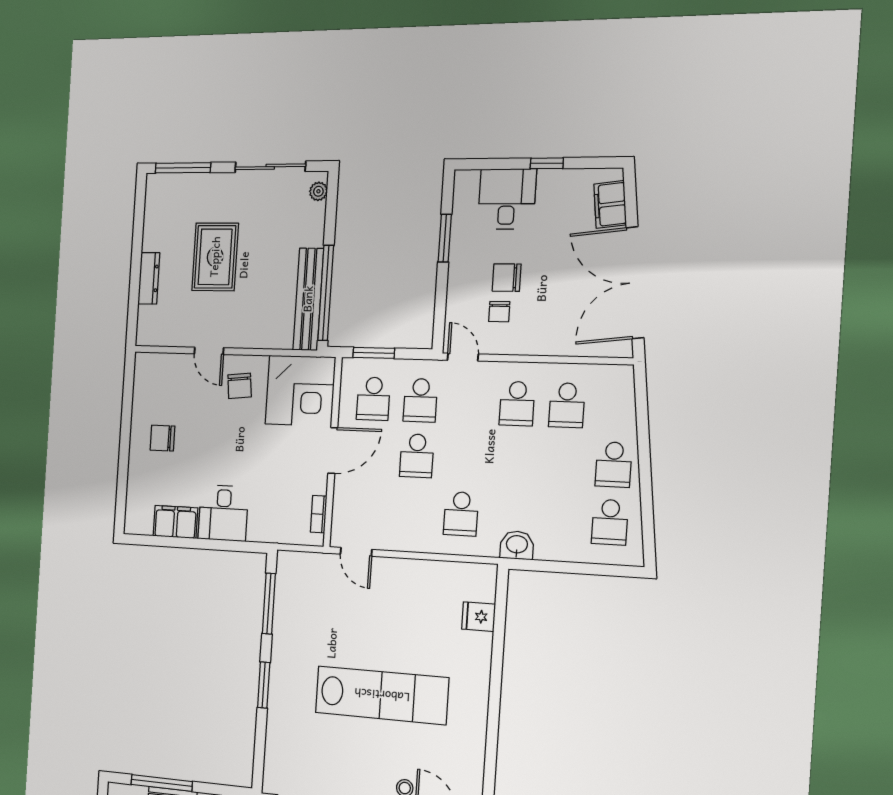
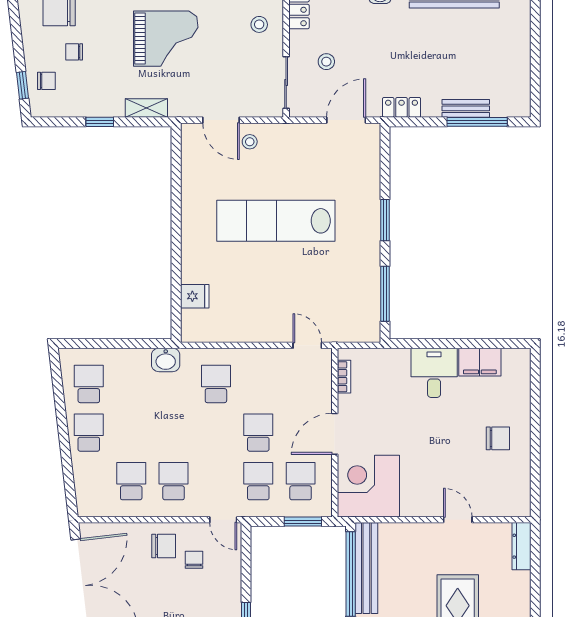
dresser: (149, 278) -> (521, 546), moved
chair: (507, 278) -> (164, 546), moved
chair: (240, 386) -> (426, 489), removed

